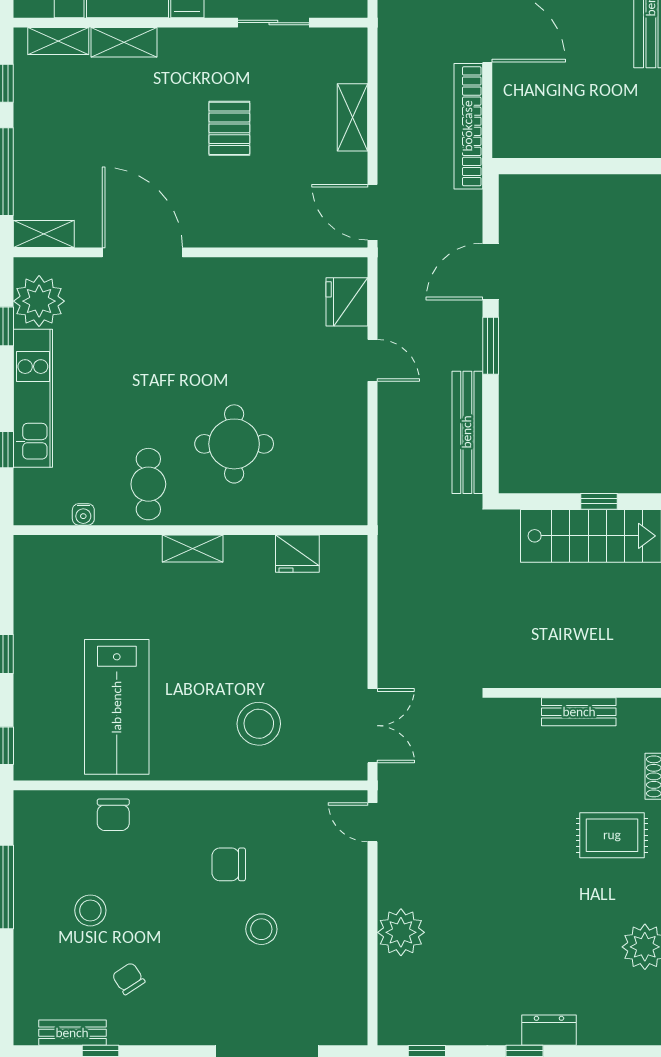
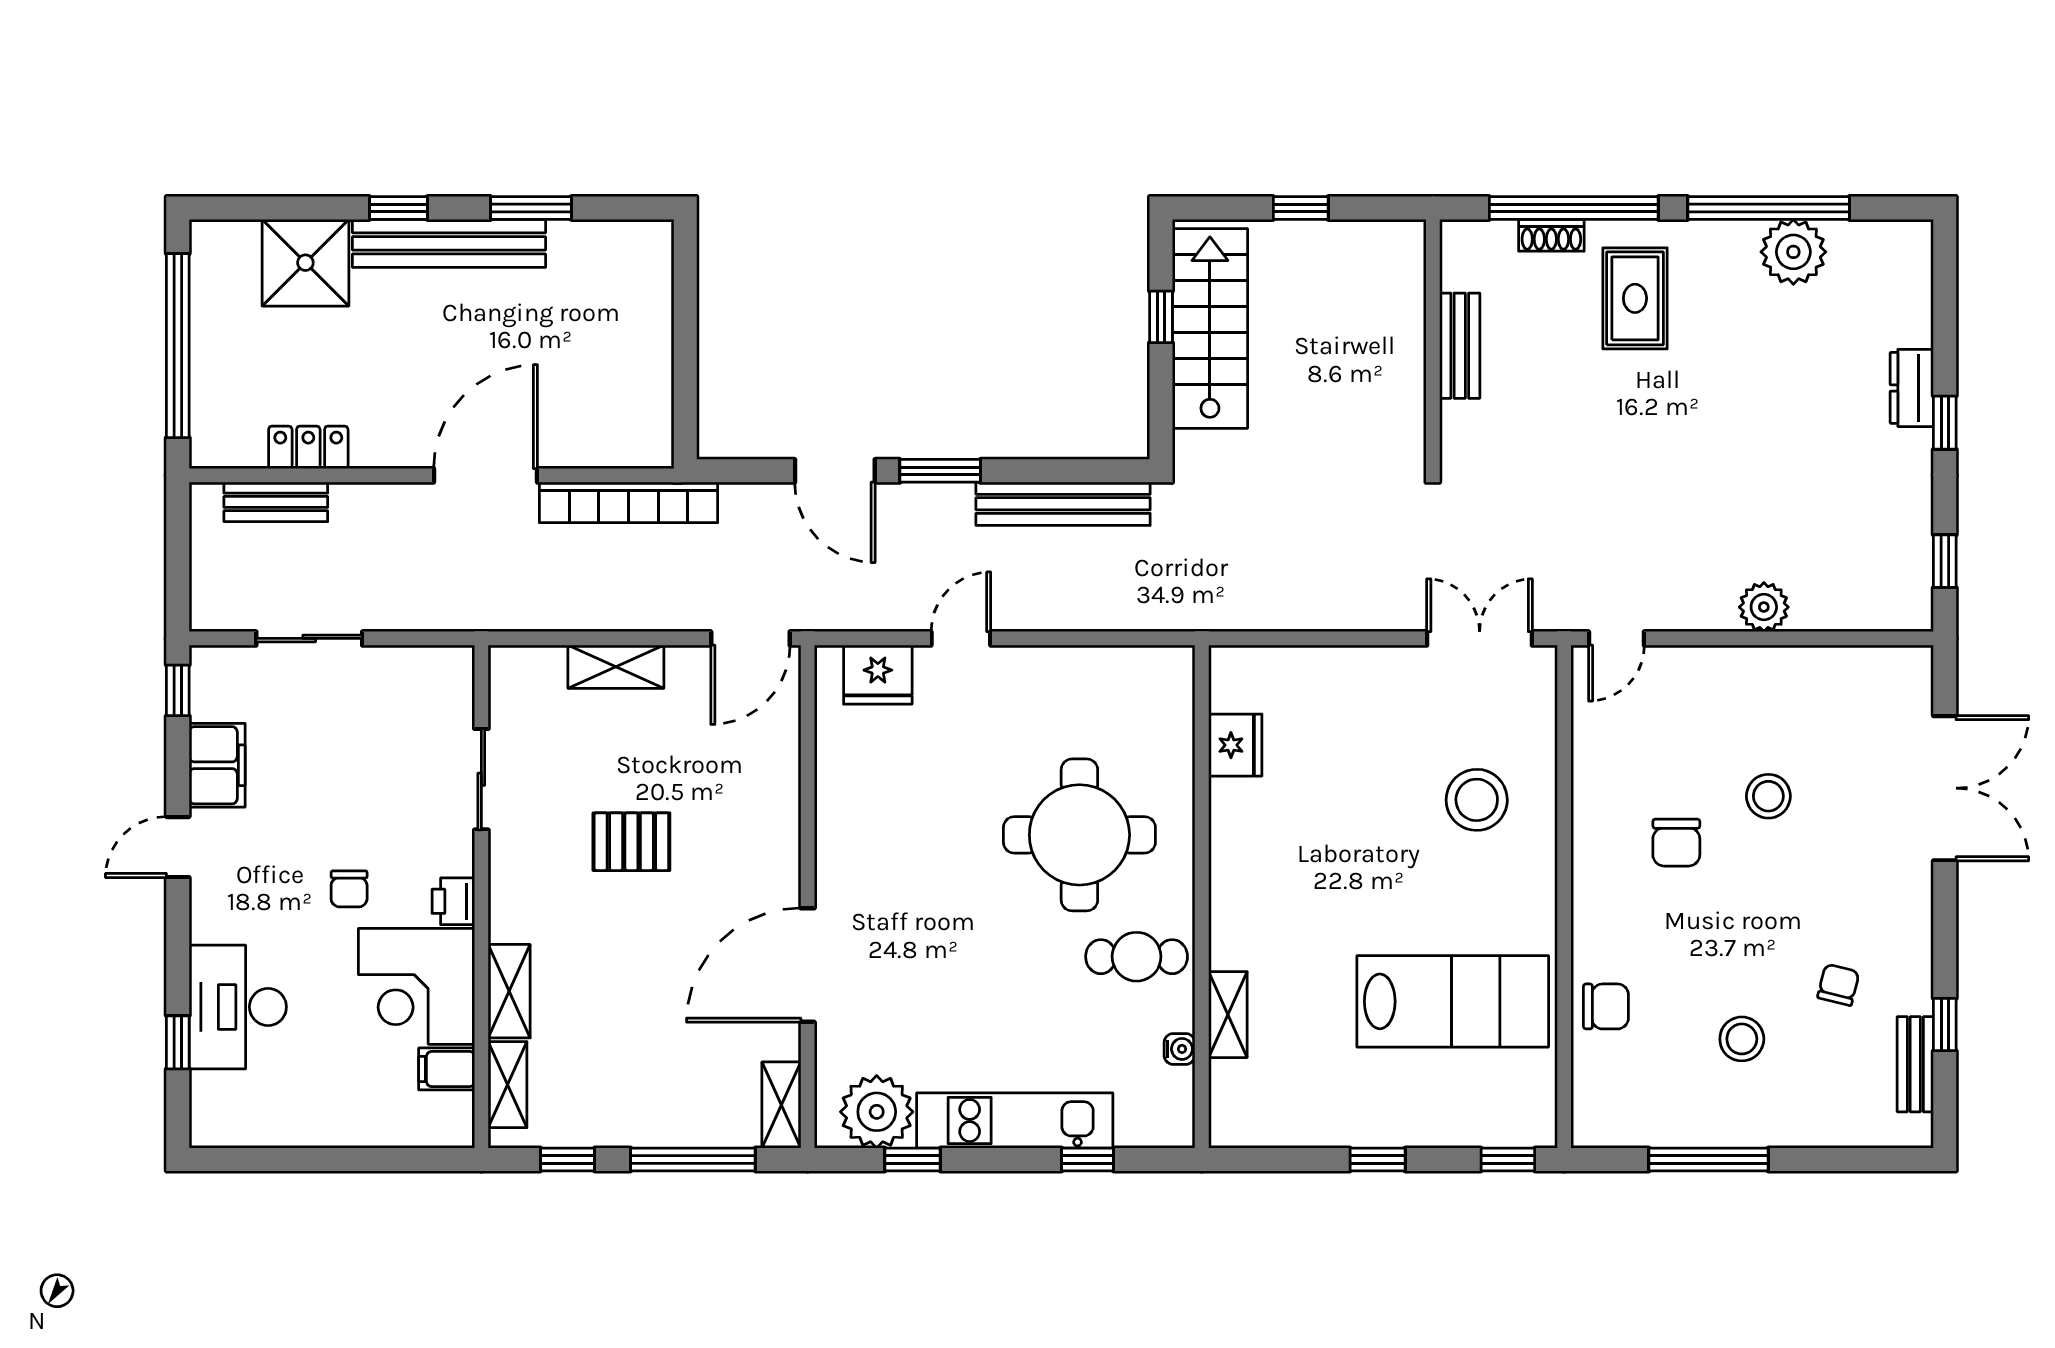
round table: (234, 444) -> (1079, 835), width x1.36, depth x1.36
shelving: (193, 548) -> (1228, 1015), moved
plant: (401, 932) -> (1764, 607), width x0.73, depth x0.73
chair: (129, 979) -> (1838, 985), turned 137

